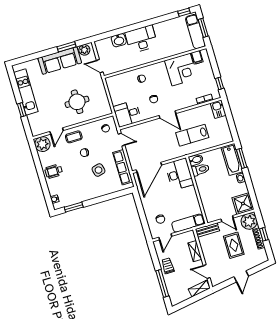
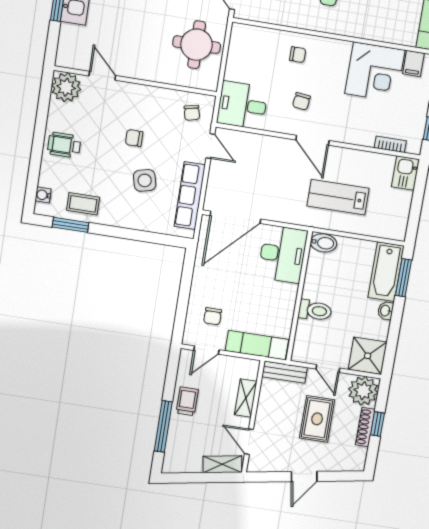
round table: (77, 102) -> (197, 45), moved
door: (57, 131) -> (102, 76), swing flipped
coffee table: (74, 137) -> (83, 204), moved
toilet: (200, 170) -> (315, 311), moved

